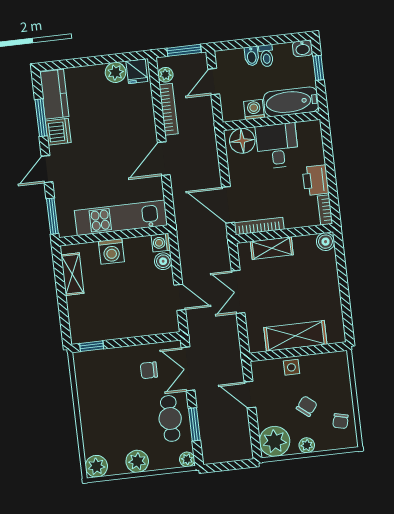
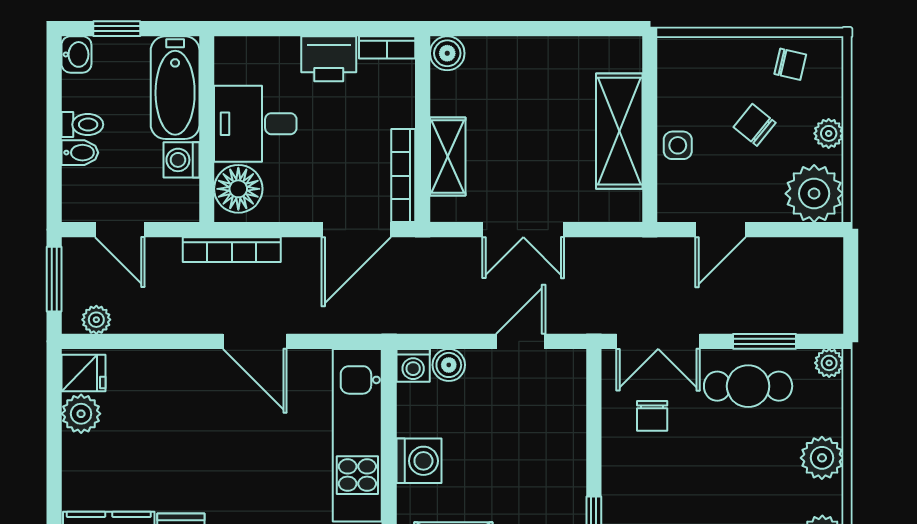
bookcase: (169, 109) -> (232, 250), moved, turned 180

